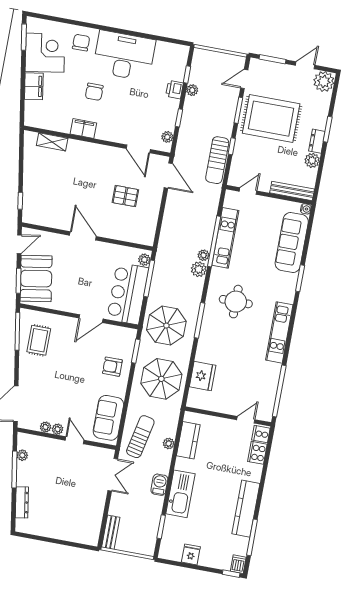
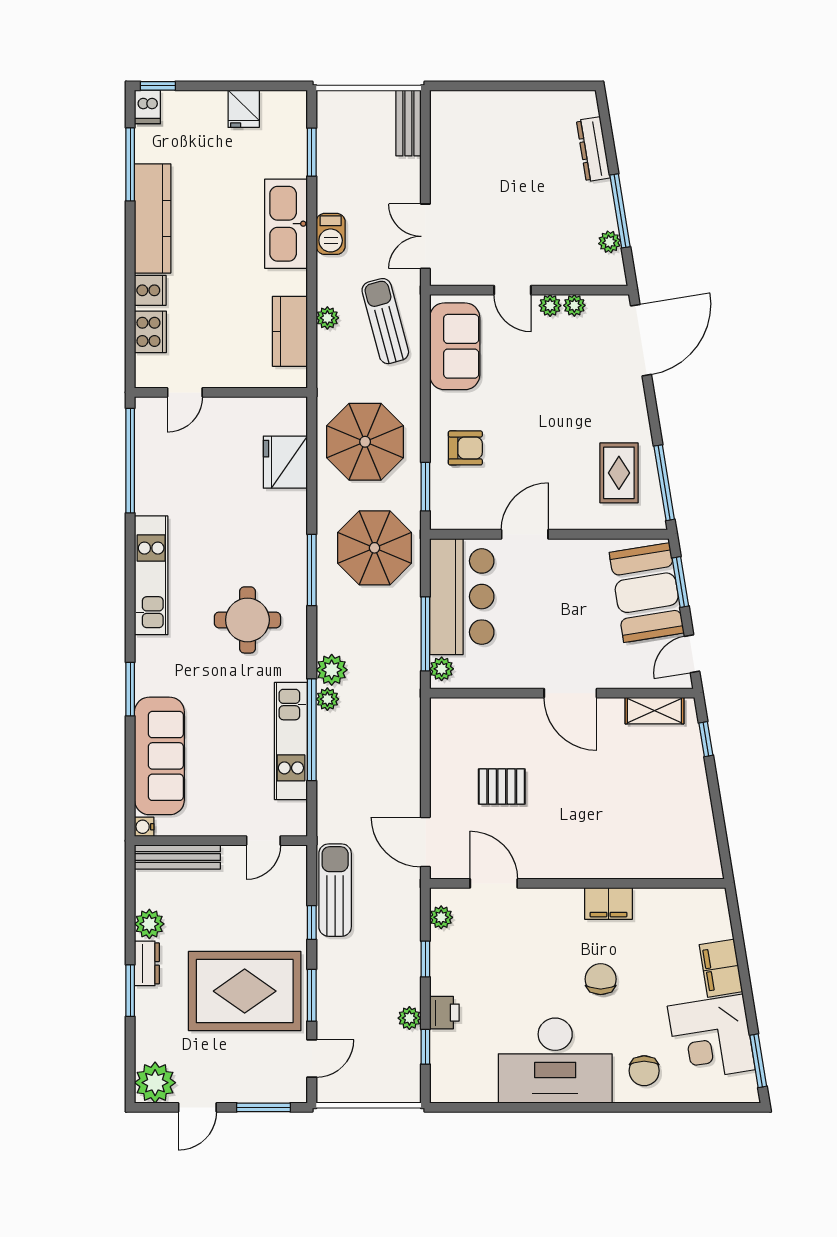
shelving: (52, 142) -> (654, 711), moved
cooker: (261, 434) -> (150, 290), moved
sun lounger: (140, 437) -> (385, 321), turned 153

